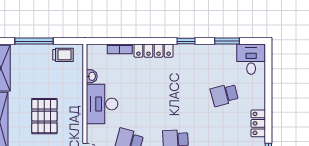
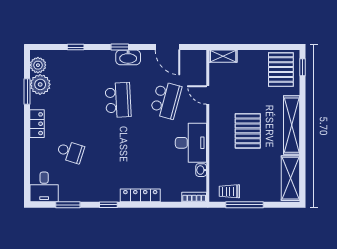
window: (34, 41) -> (244, 205), moved
bookcase: (120, 49) -> (194, 197), moved
school desk: (224, 95) -> (70, 152), turned 33

